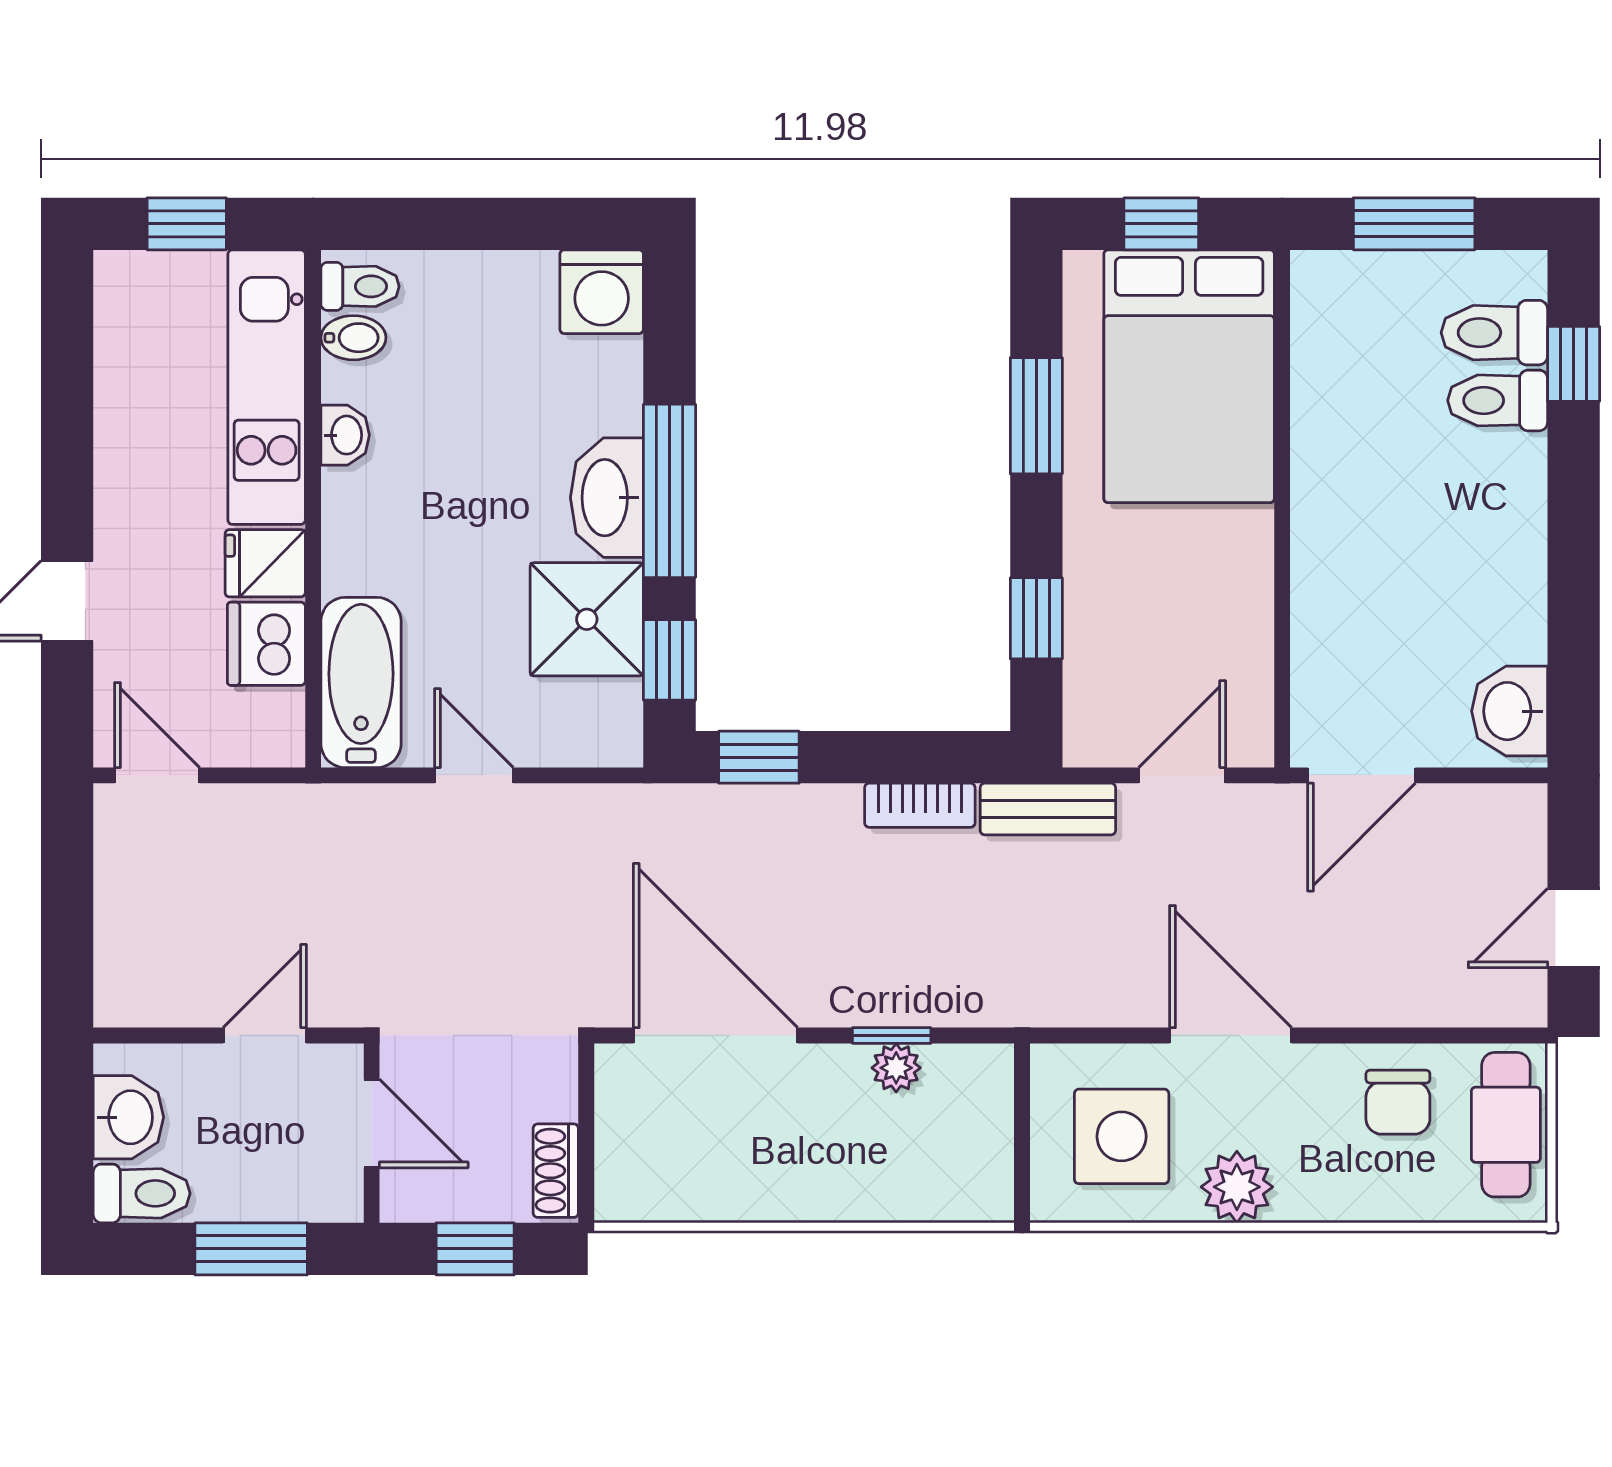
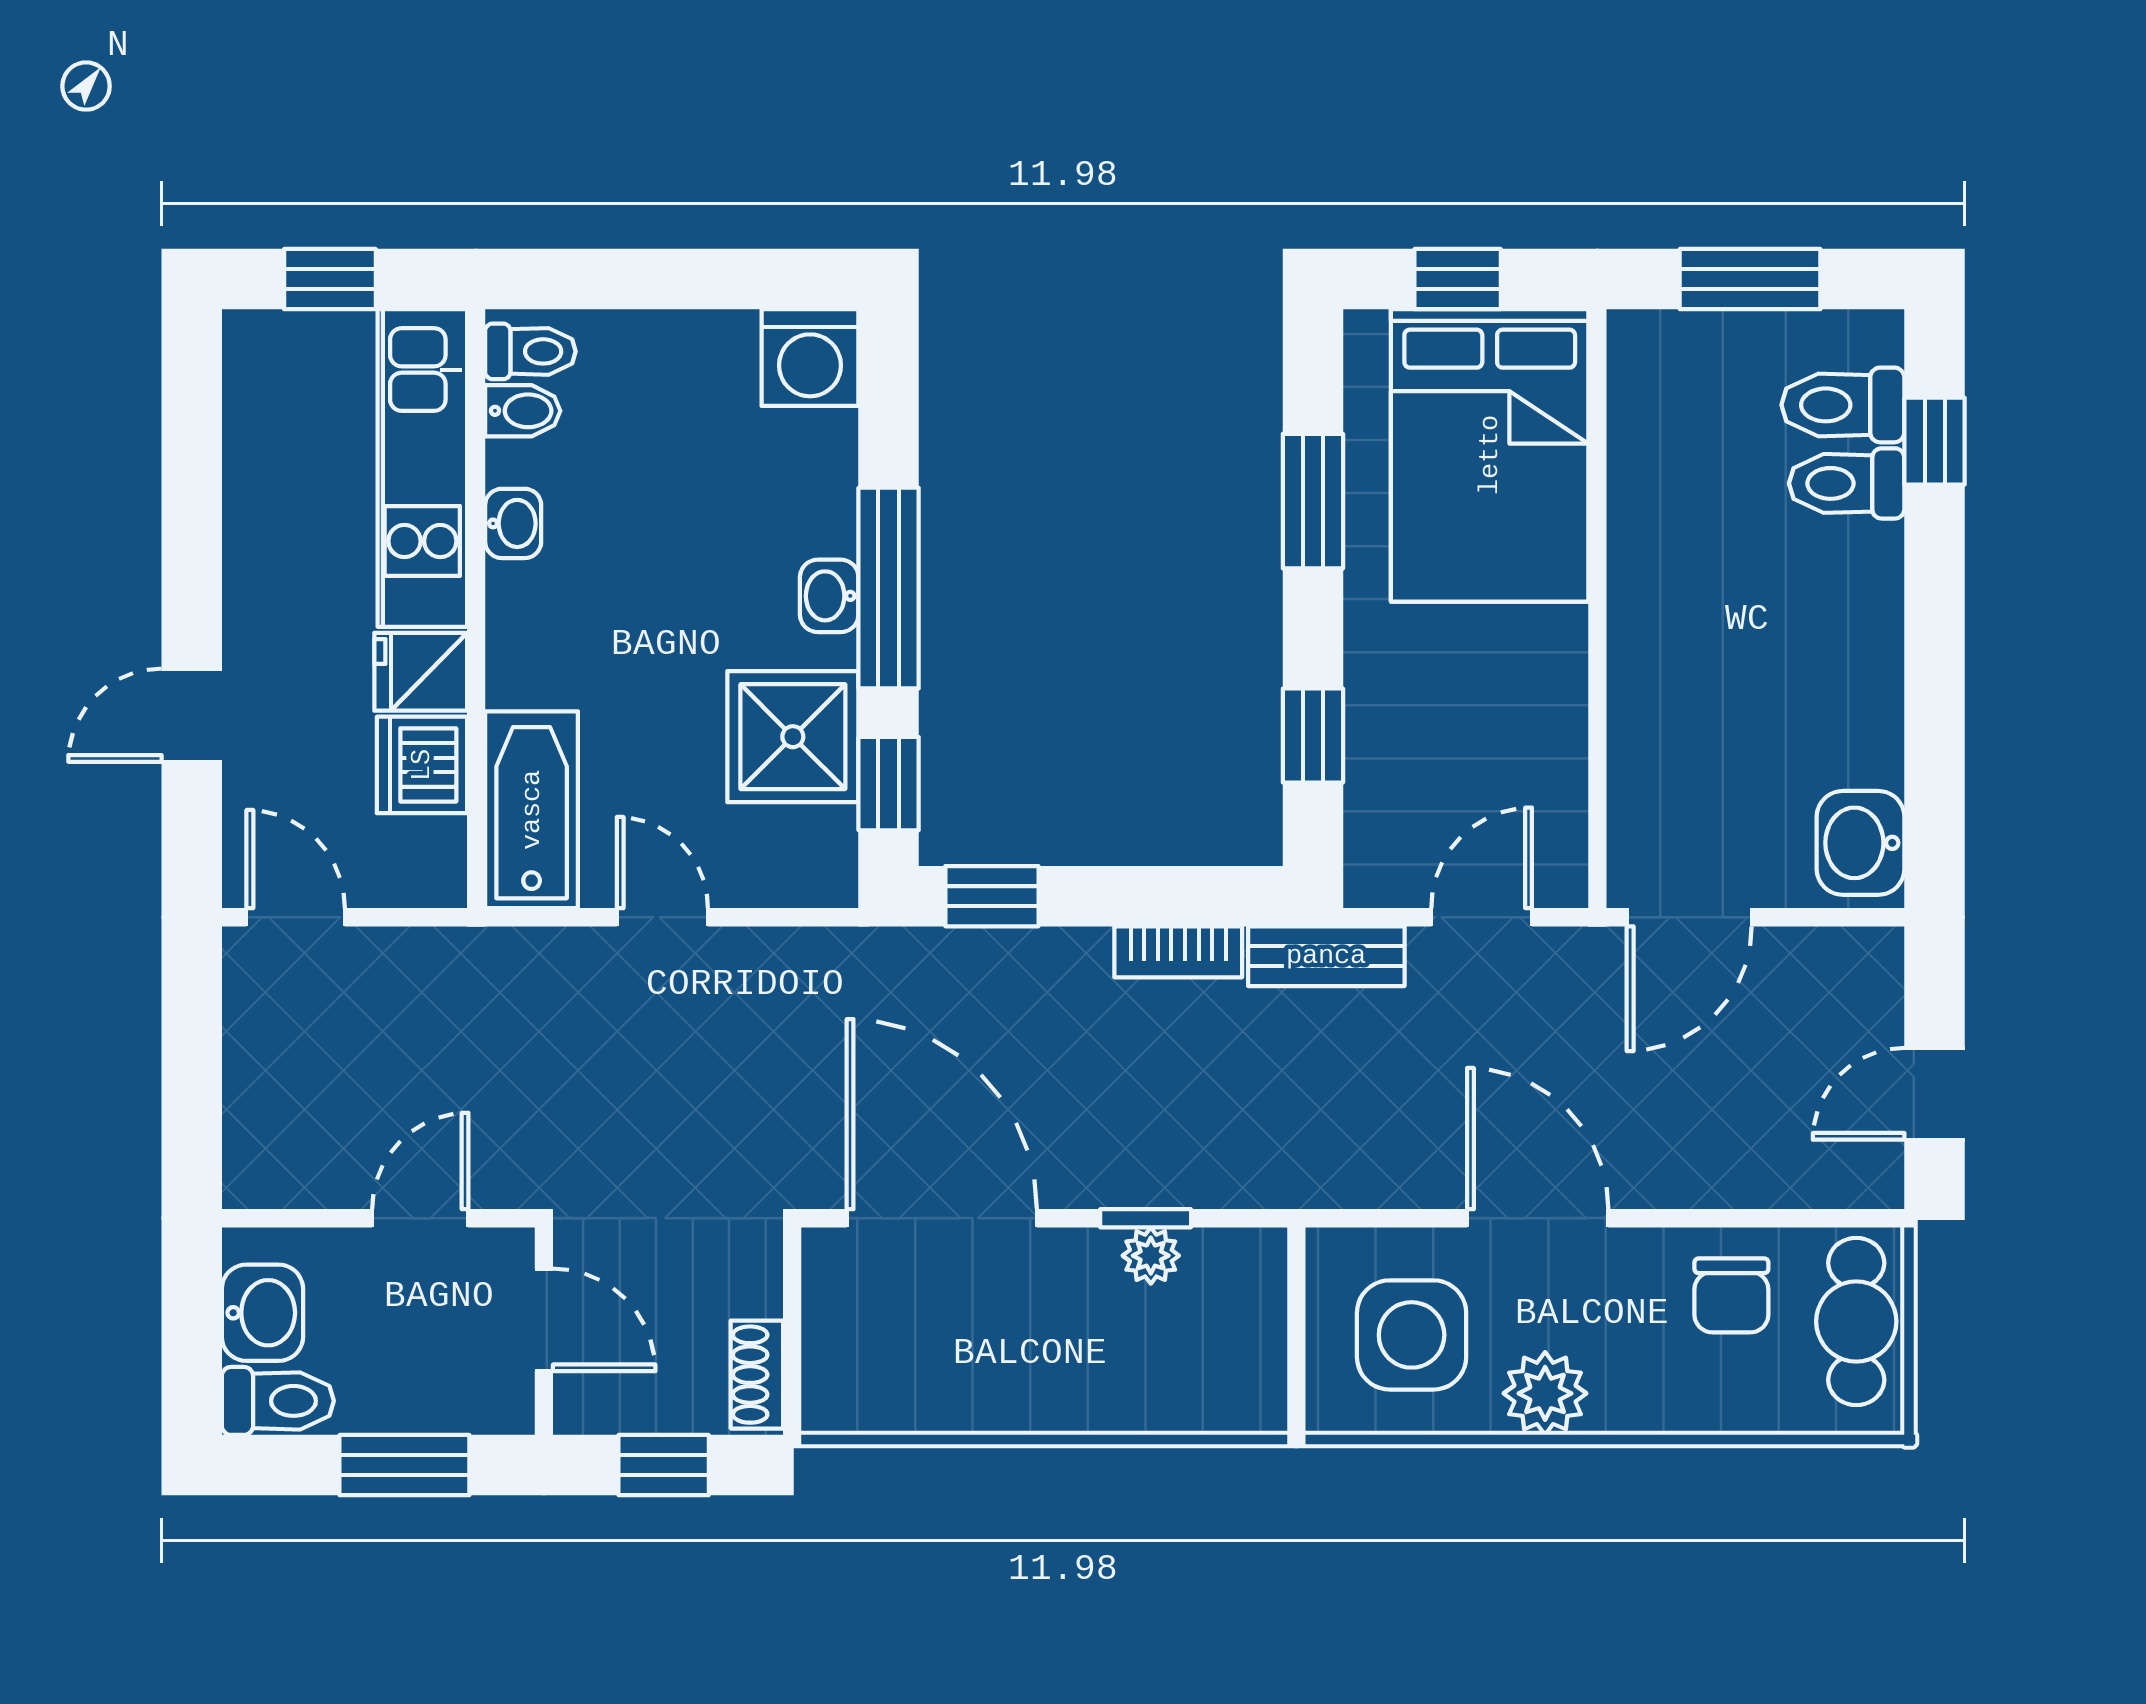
washbasin: (607, 498) -> (829, 596), width x0.52, depth x0.69

